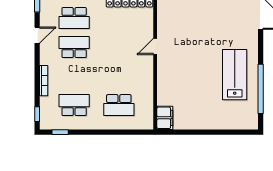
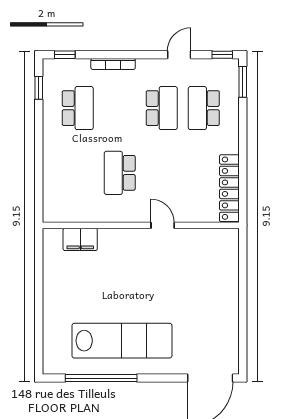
door: (37, 35) -> (179, 55), swing flipped
lab bench: (235, 75) -> (122, 341), width x1.36
school desk: (119, 105) -> (120, 173), moved
filing cabinet: (165, 118) -> (80, 239), moved

